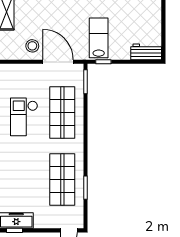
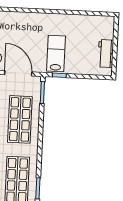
workbench: (146, 52) -> (106, 54), moved, turned -90

